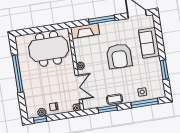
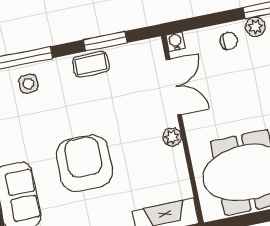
double door: (79, 88) -> (174, 87), swing flipped

